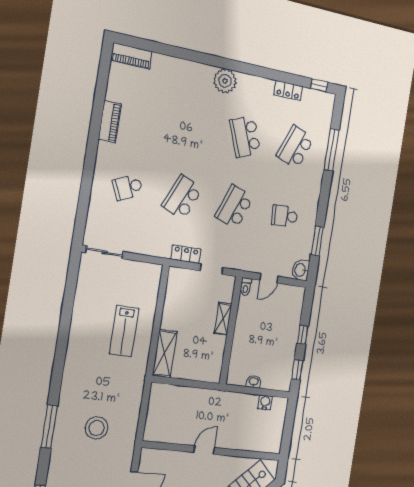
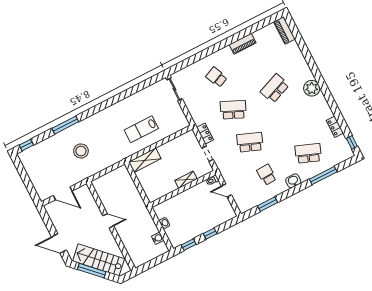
school desk: (245, 137) -> (275, 88), moved
washbasin: (301, 270) -> (293, 181), moved

